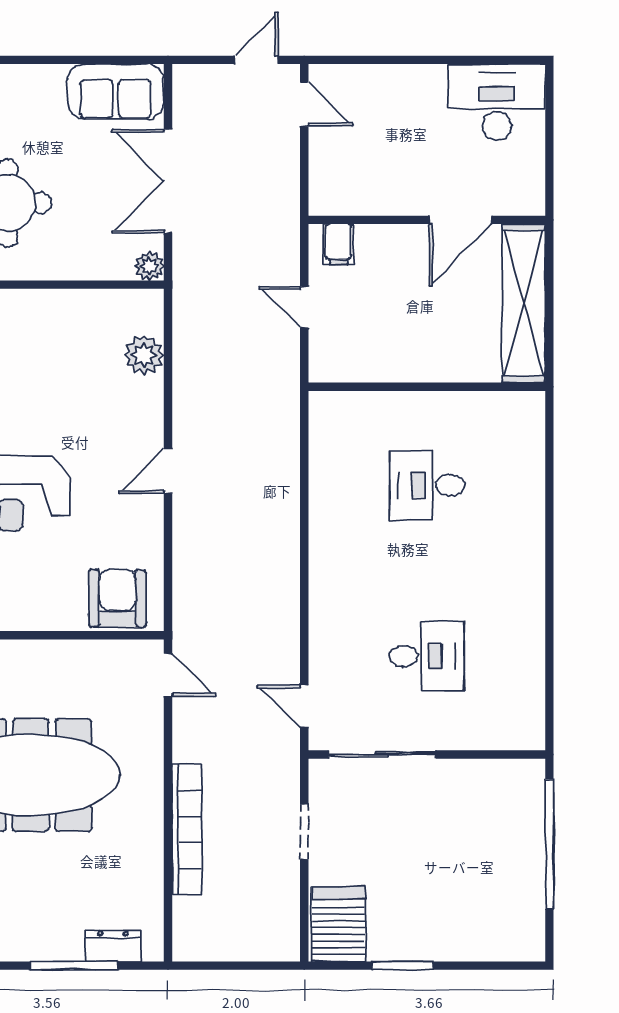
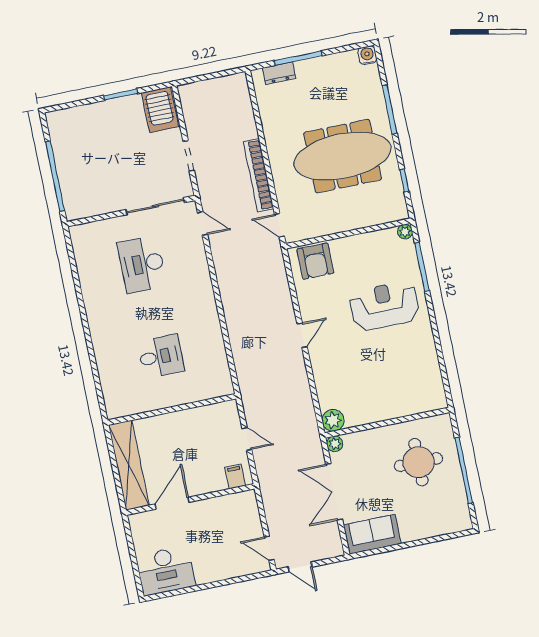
door: (256, 60) -> (300, 567), hinge flipped
double door: (168, 181) -> (334, 492), swing flipped
plant: (144, 355) -> (333, 420), moved
desk: (427, 656) -> (142, 264), width x1.37
bookcase: (187, 829) -> (259, 175), moved

